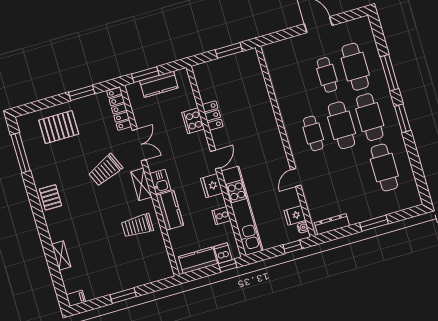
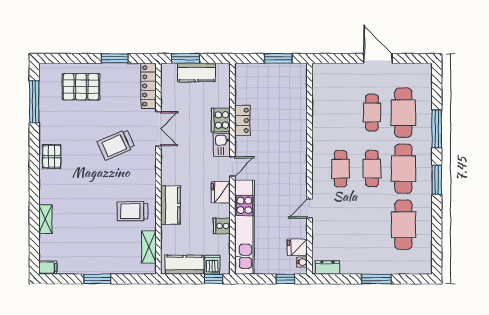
cafe table: (341, 125) -> (372, 169), width x0.73, depth x0.74
kitchen sink: (160, 182) -> (222, 145), moved, turned 180
shelving: (141, 184) -> (149, 247), moved
dresser: (332, 224) -> (327, 267), width x0.70

